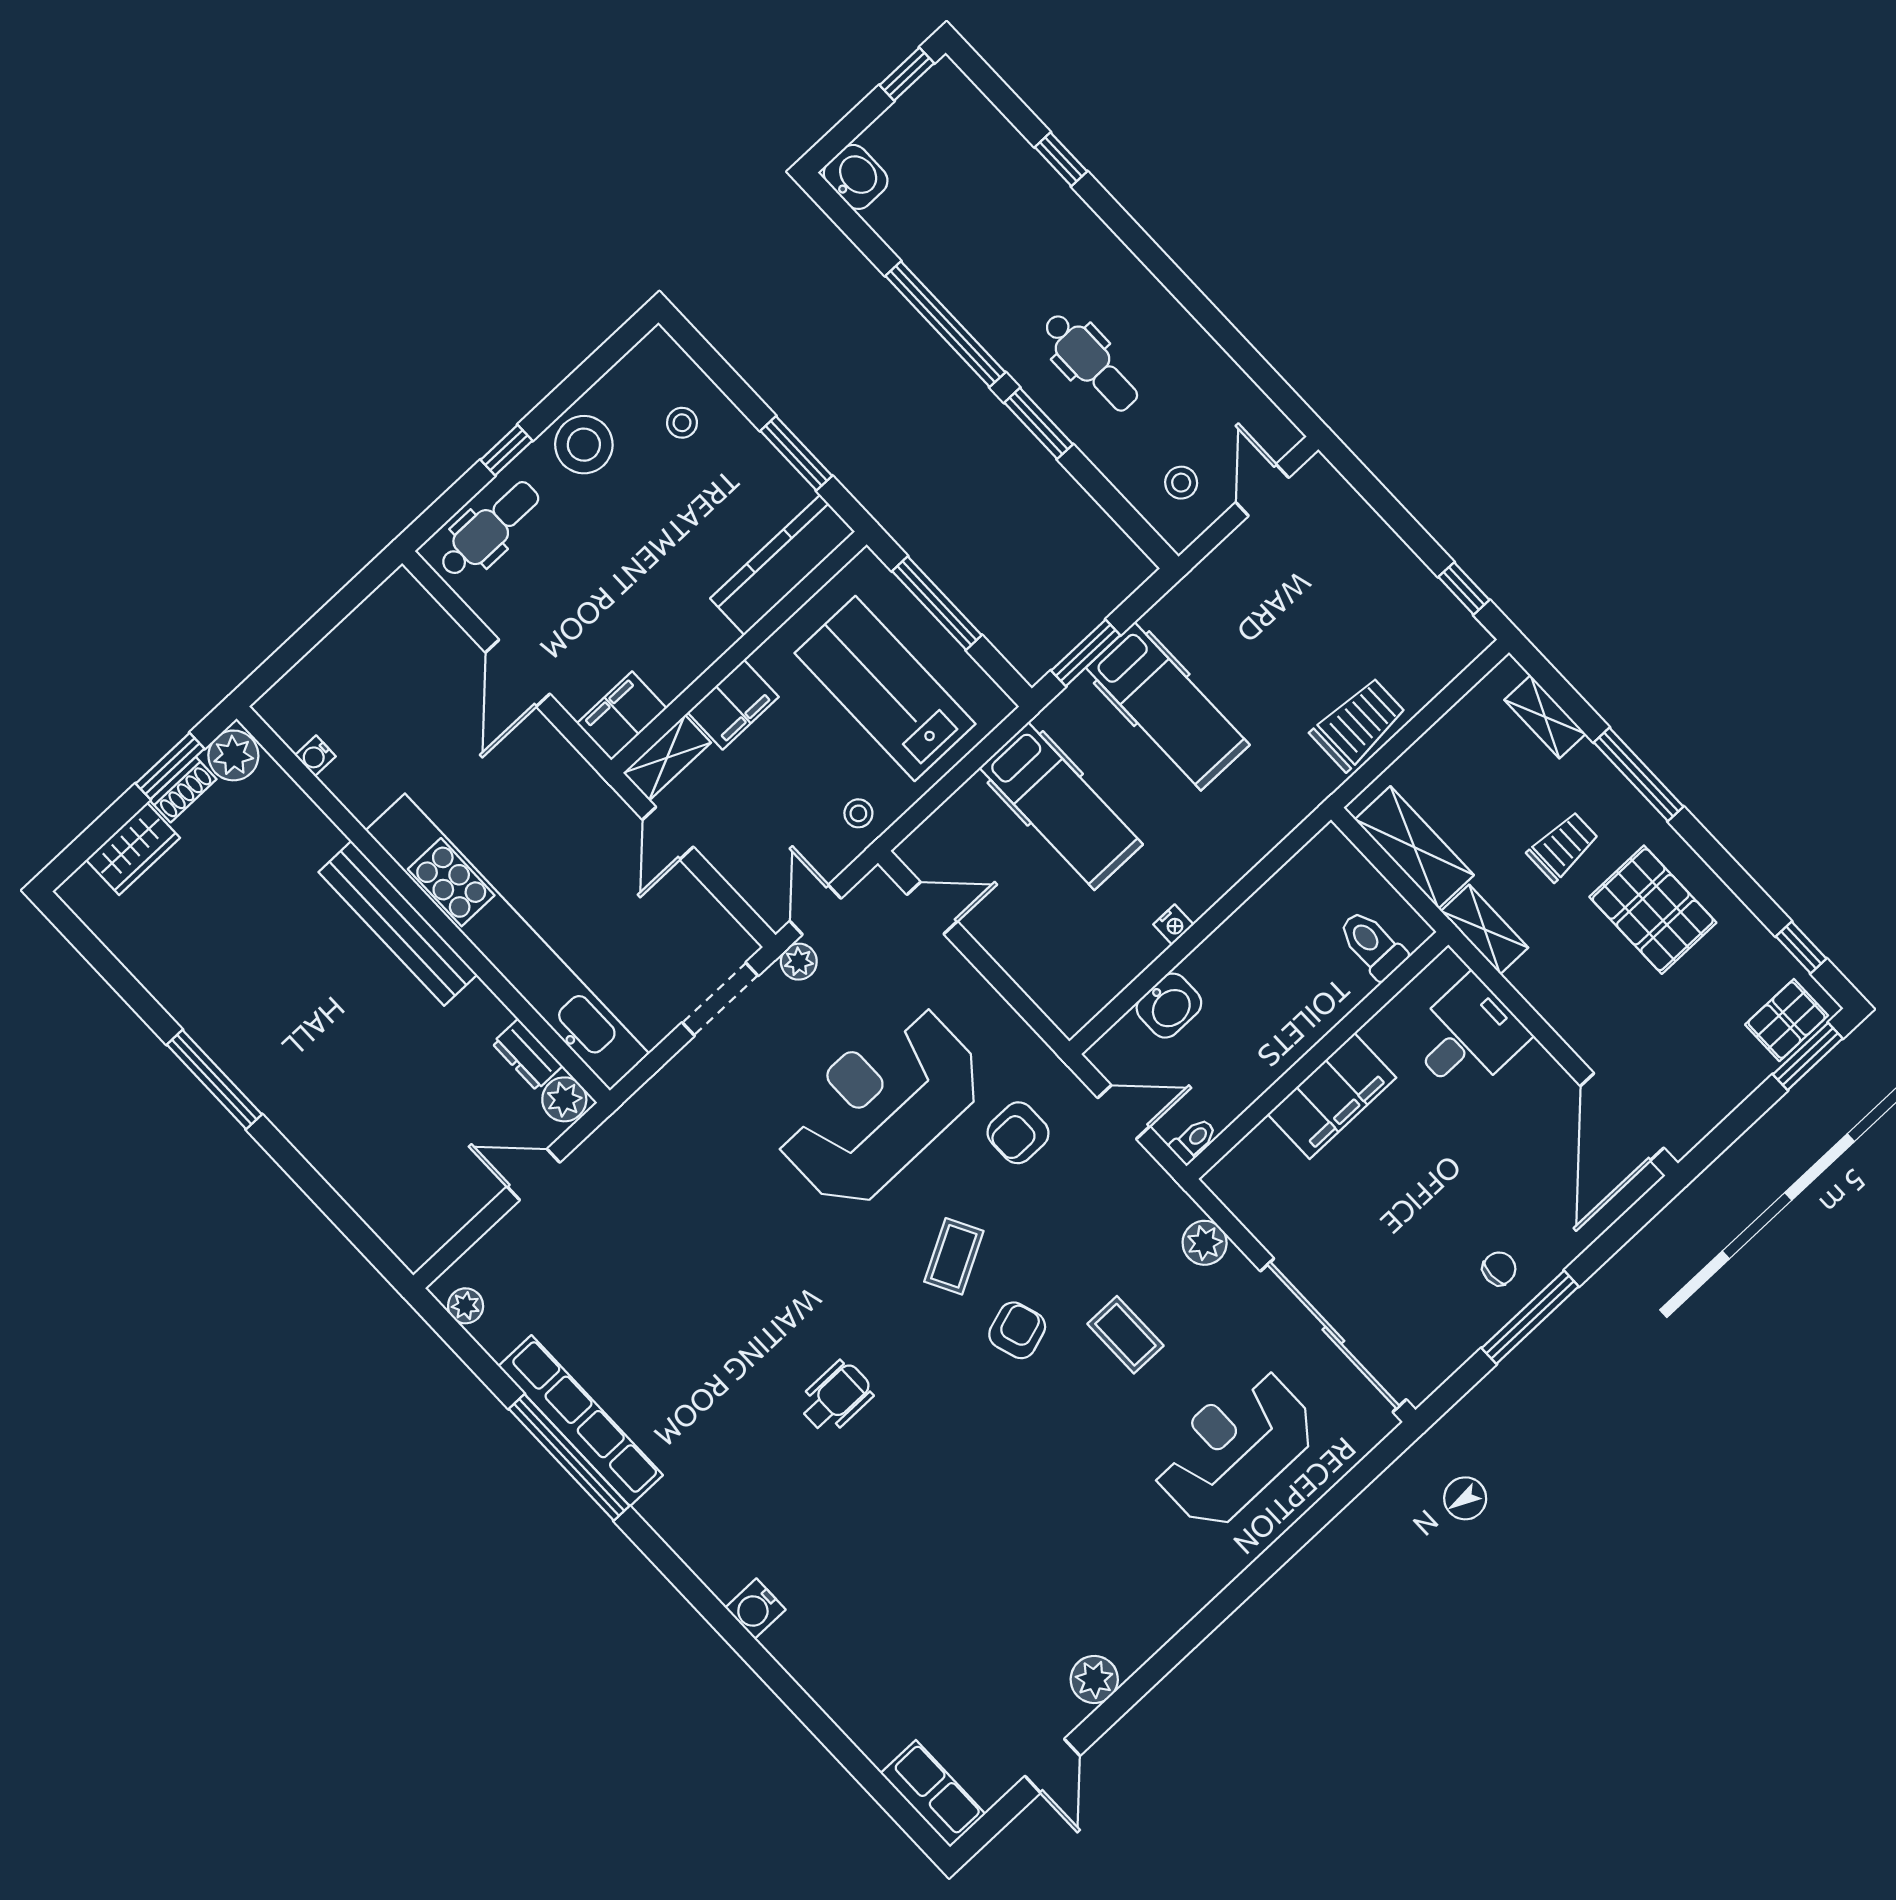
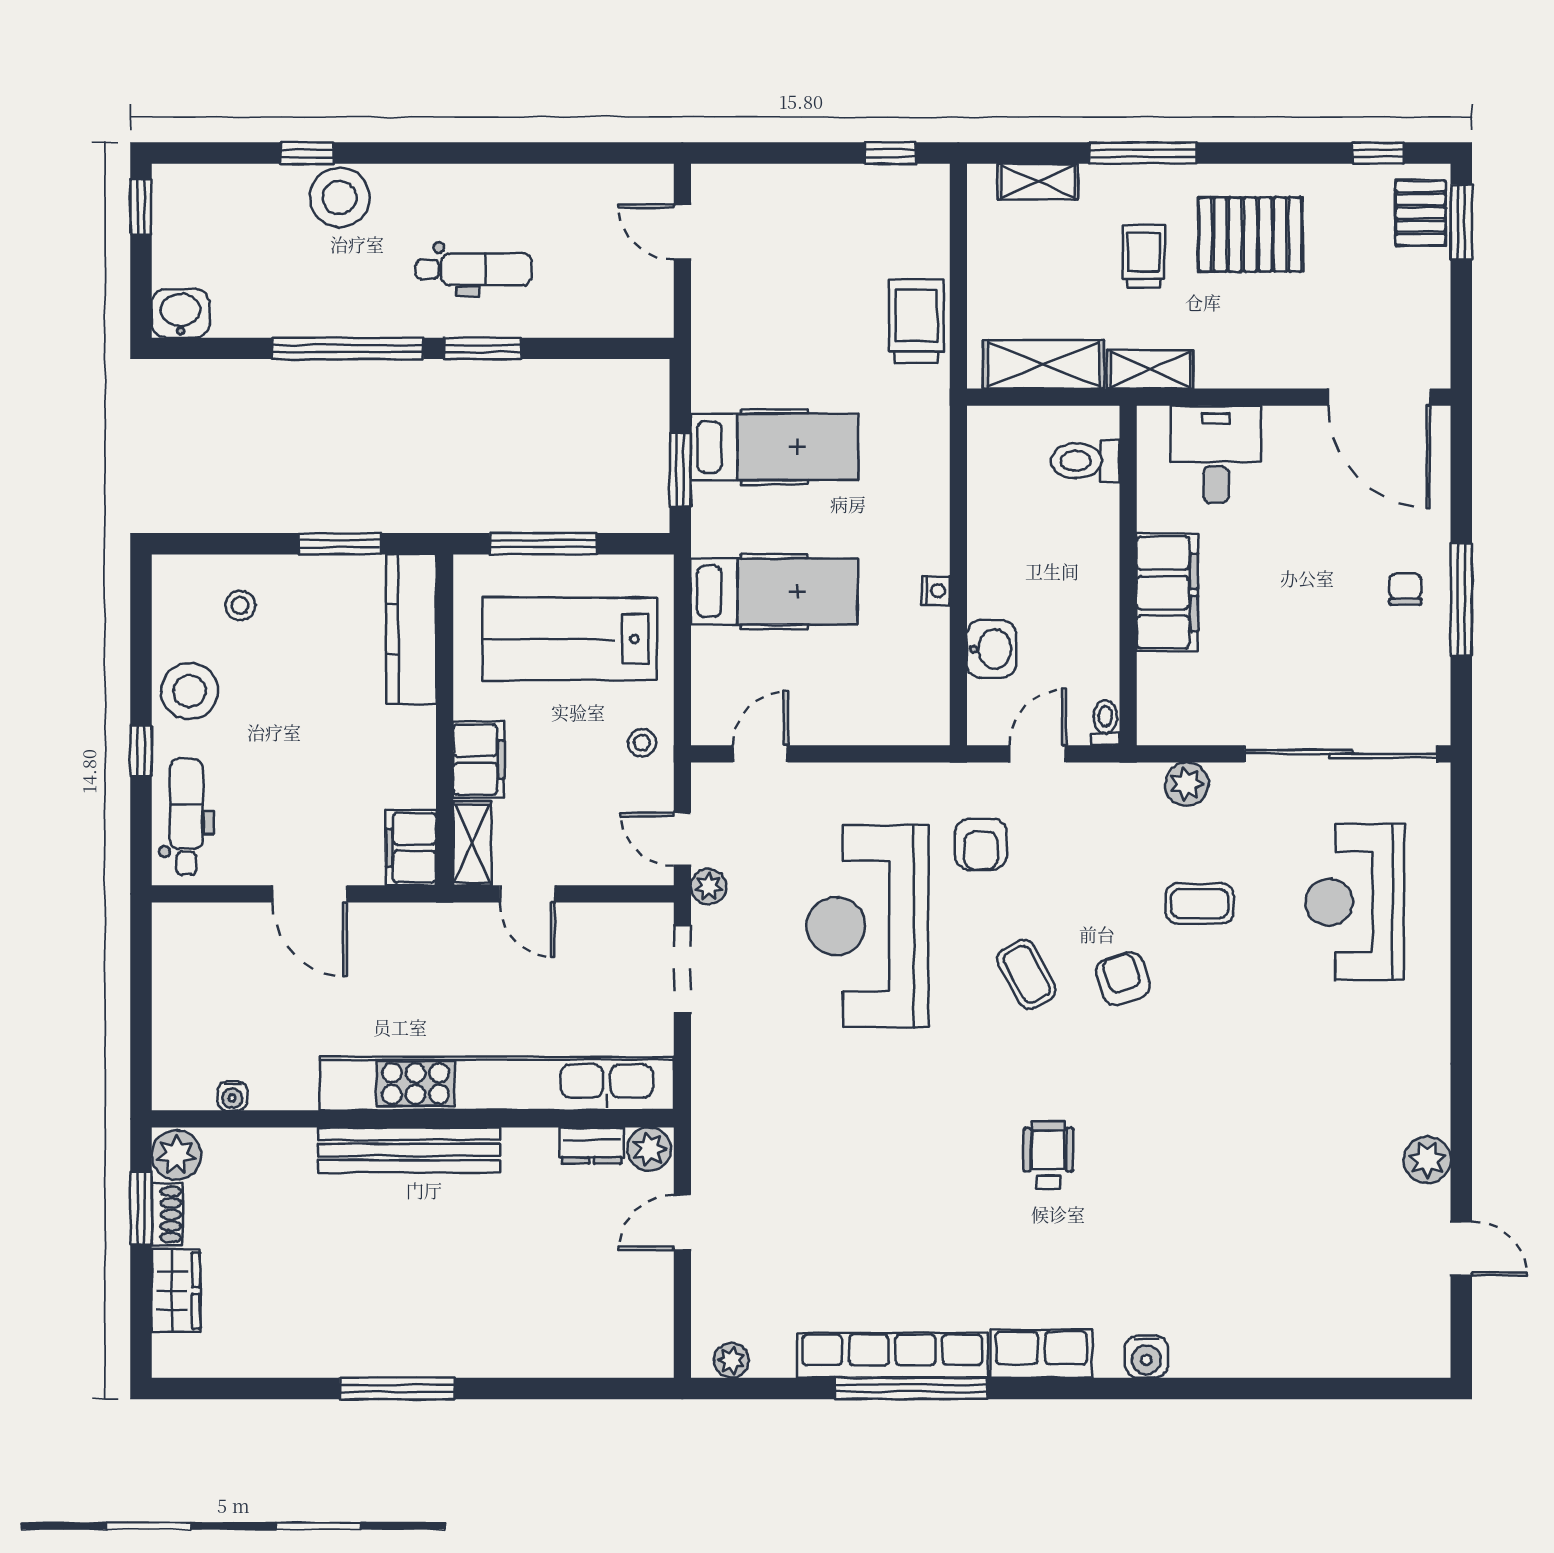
stool: (1181, 483) -> (340, 197), moved, width x1.89, depth x1.89
row of seats: (933, 1794) -> (1041, 1354), moved

